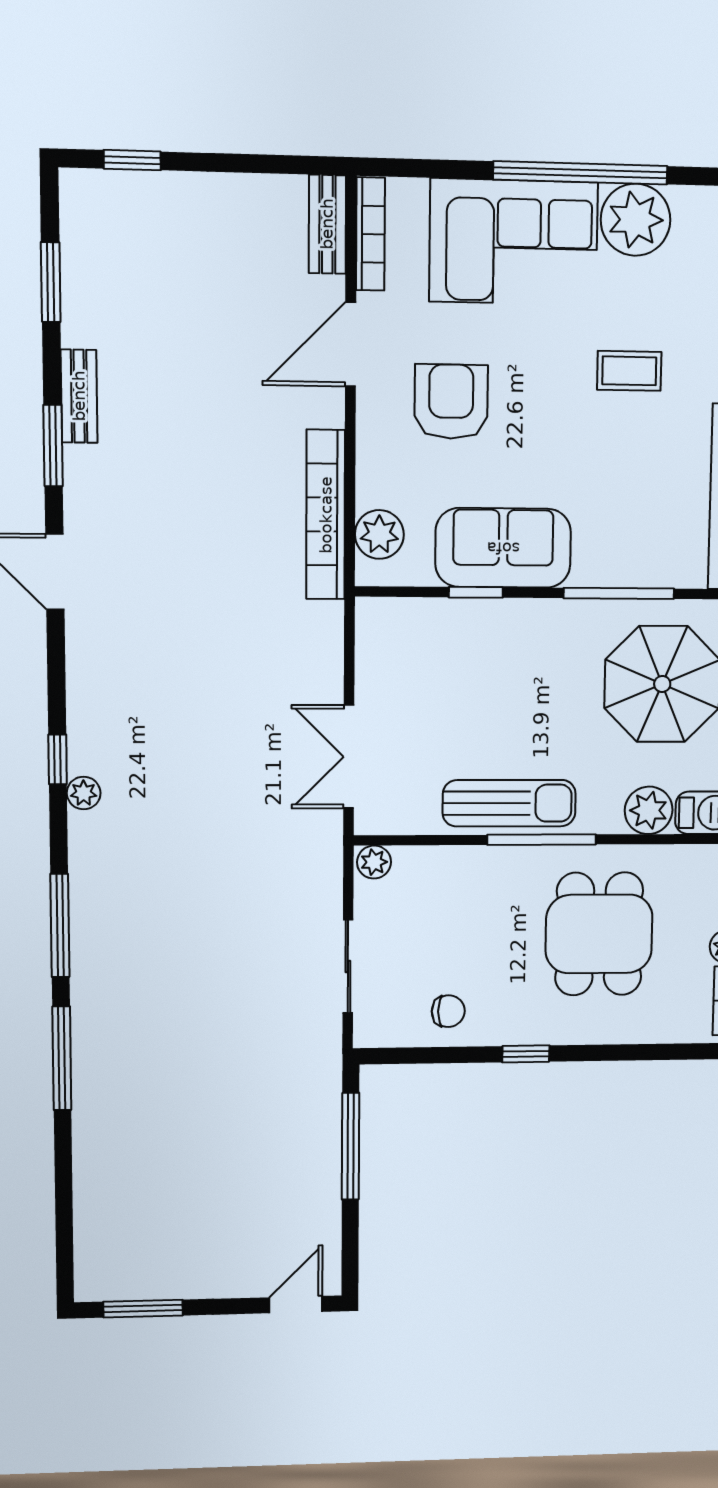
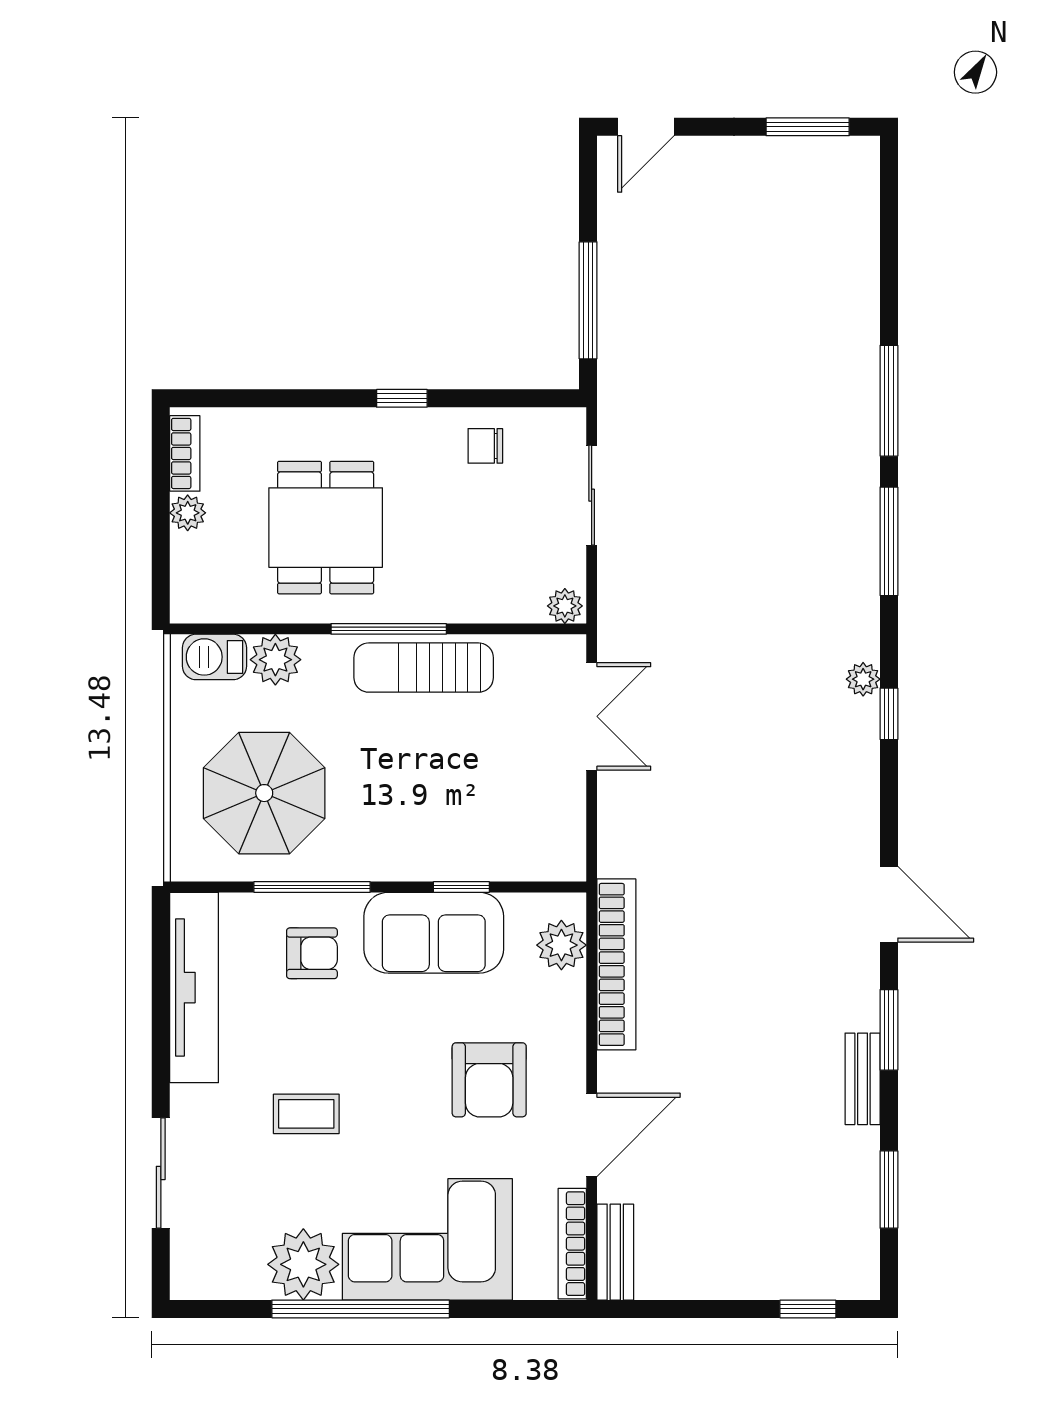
armchair: (620, 529) -> (312, 953), added

